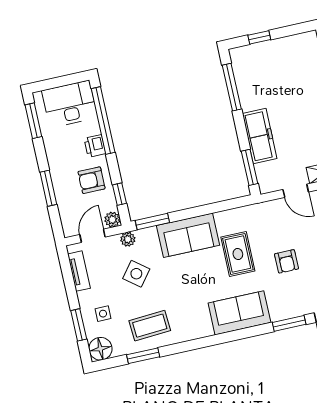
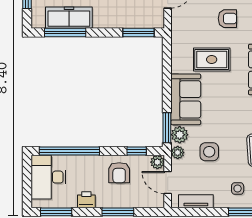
freezer: (260, 136) -> (69, 18), moved
printer: (95, 146) -> (86, 200), moved, turned 180
plant: (148, 237) -> (180, 135), added
side table: (136, 274) -> (209, 152), turned -38

